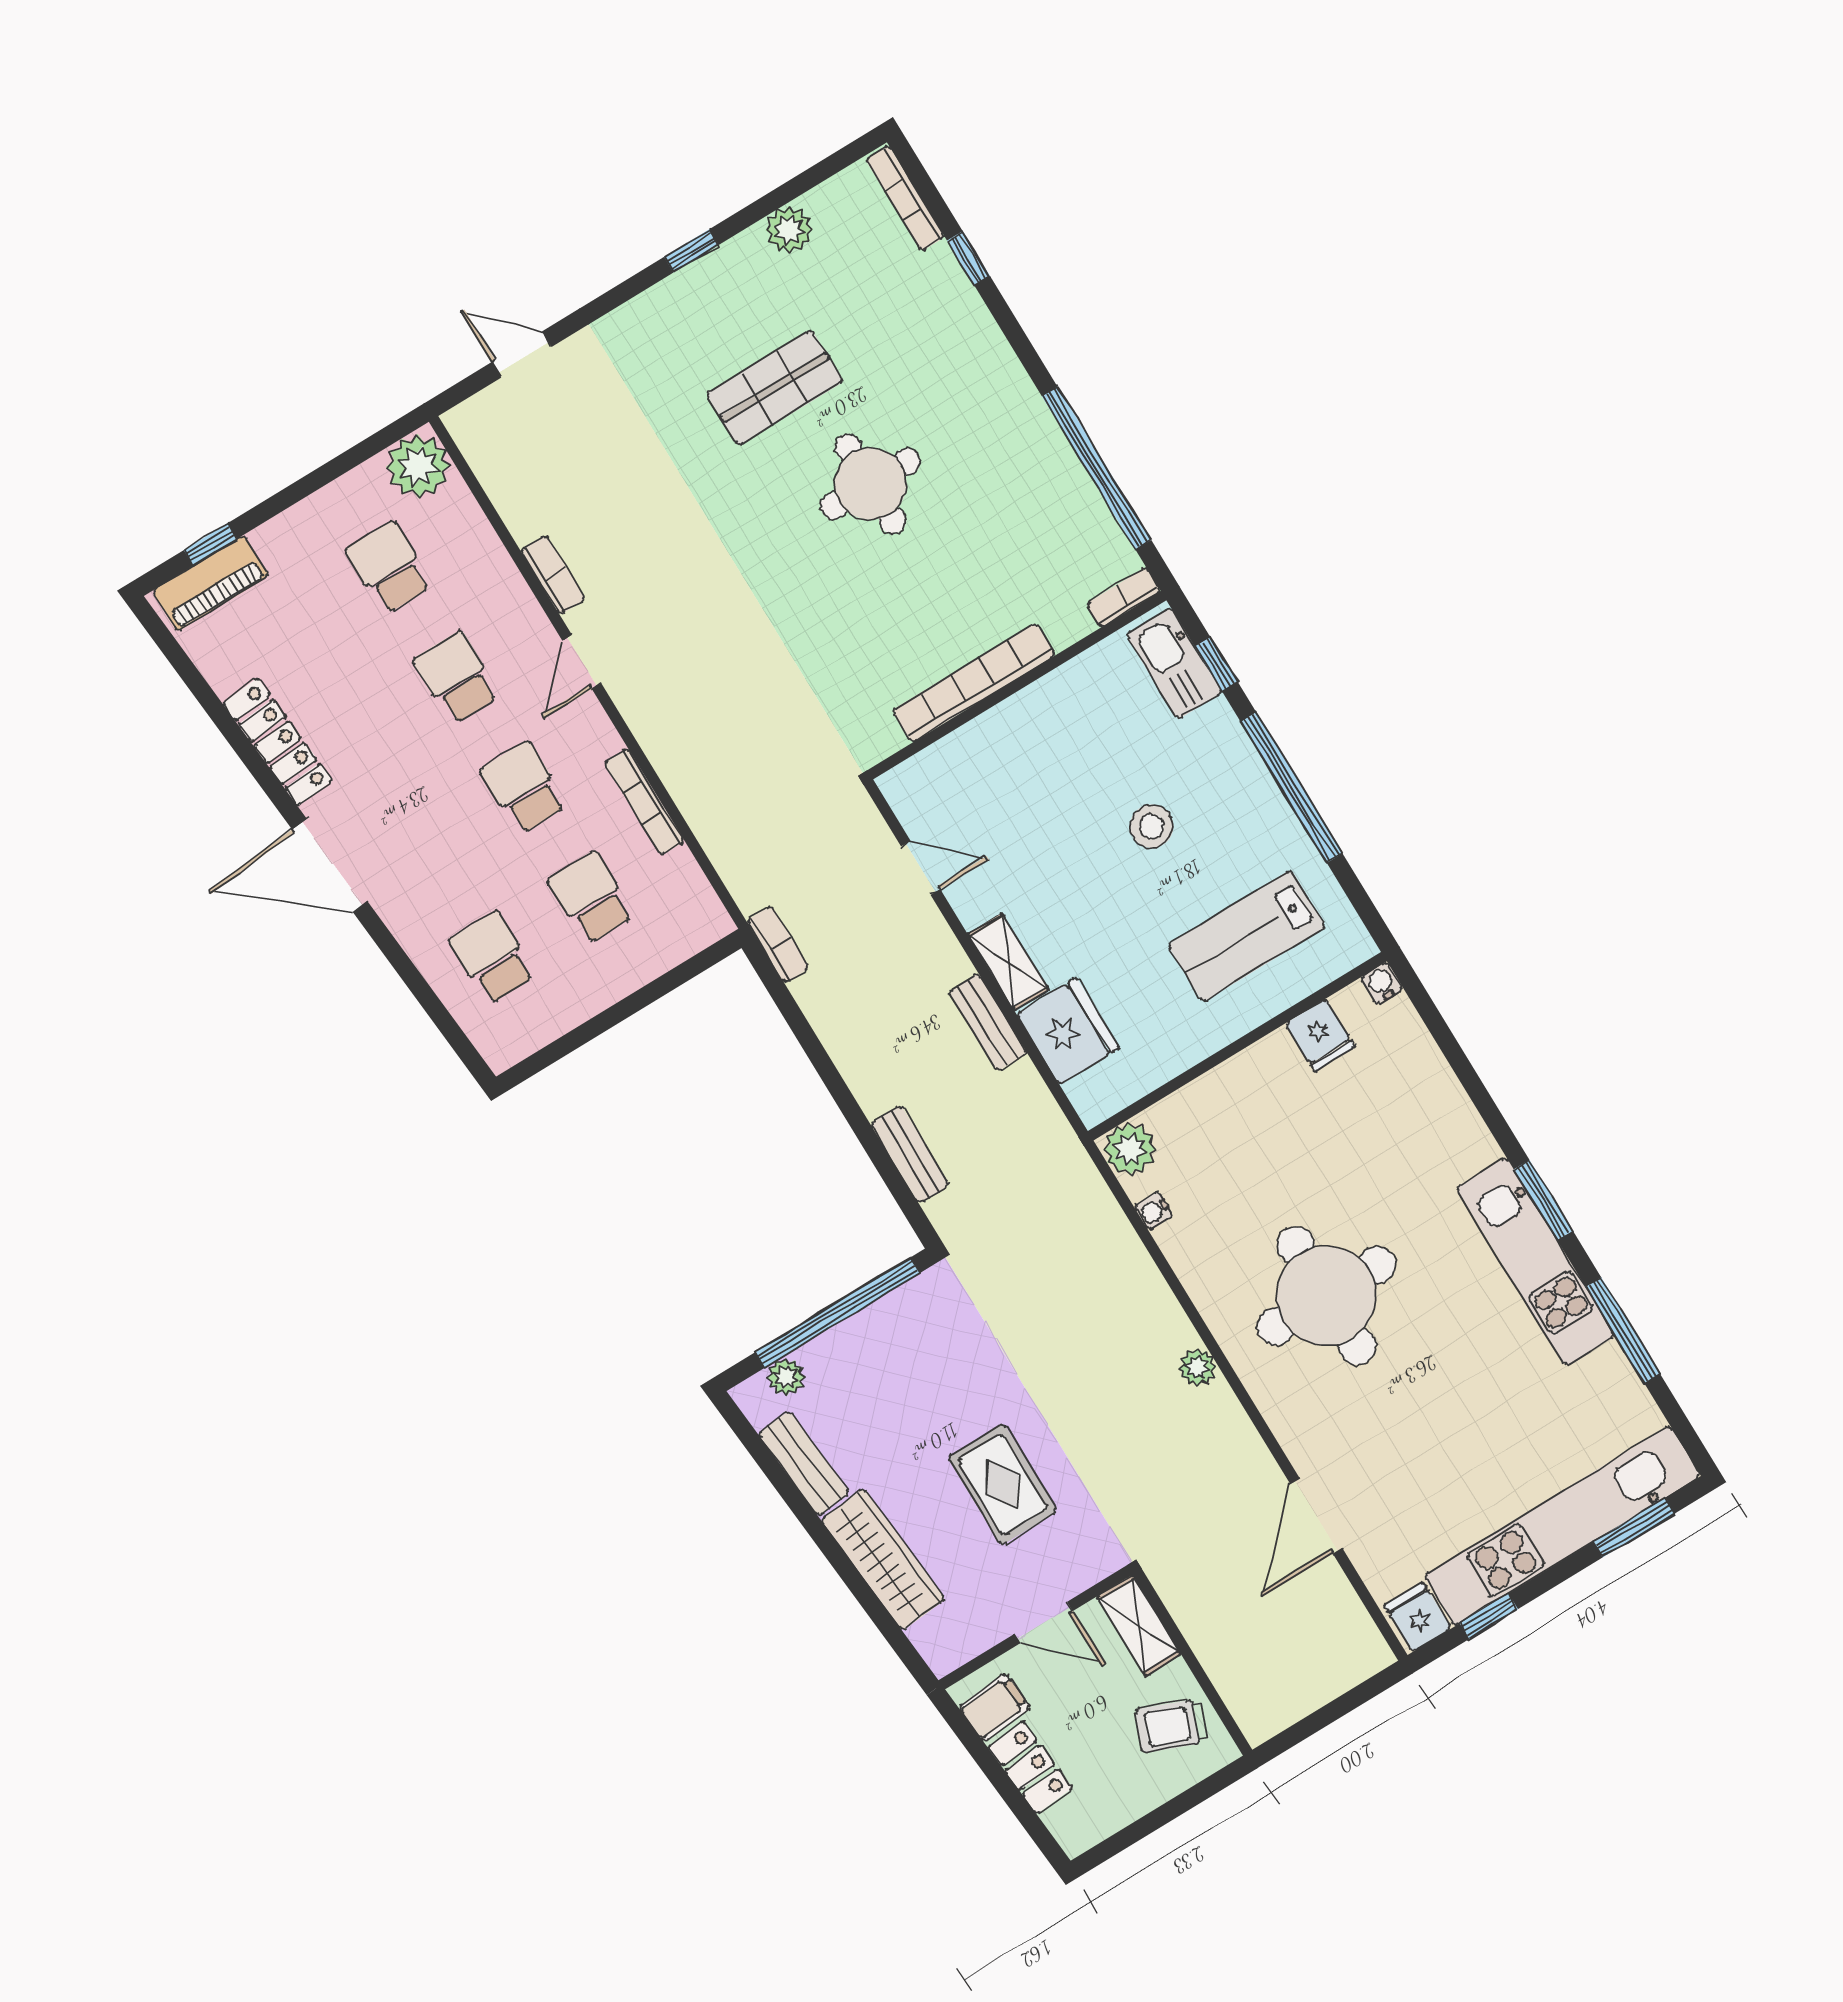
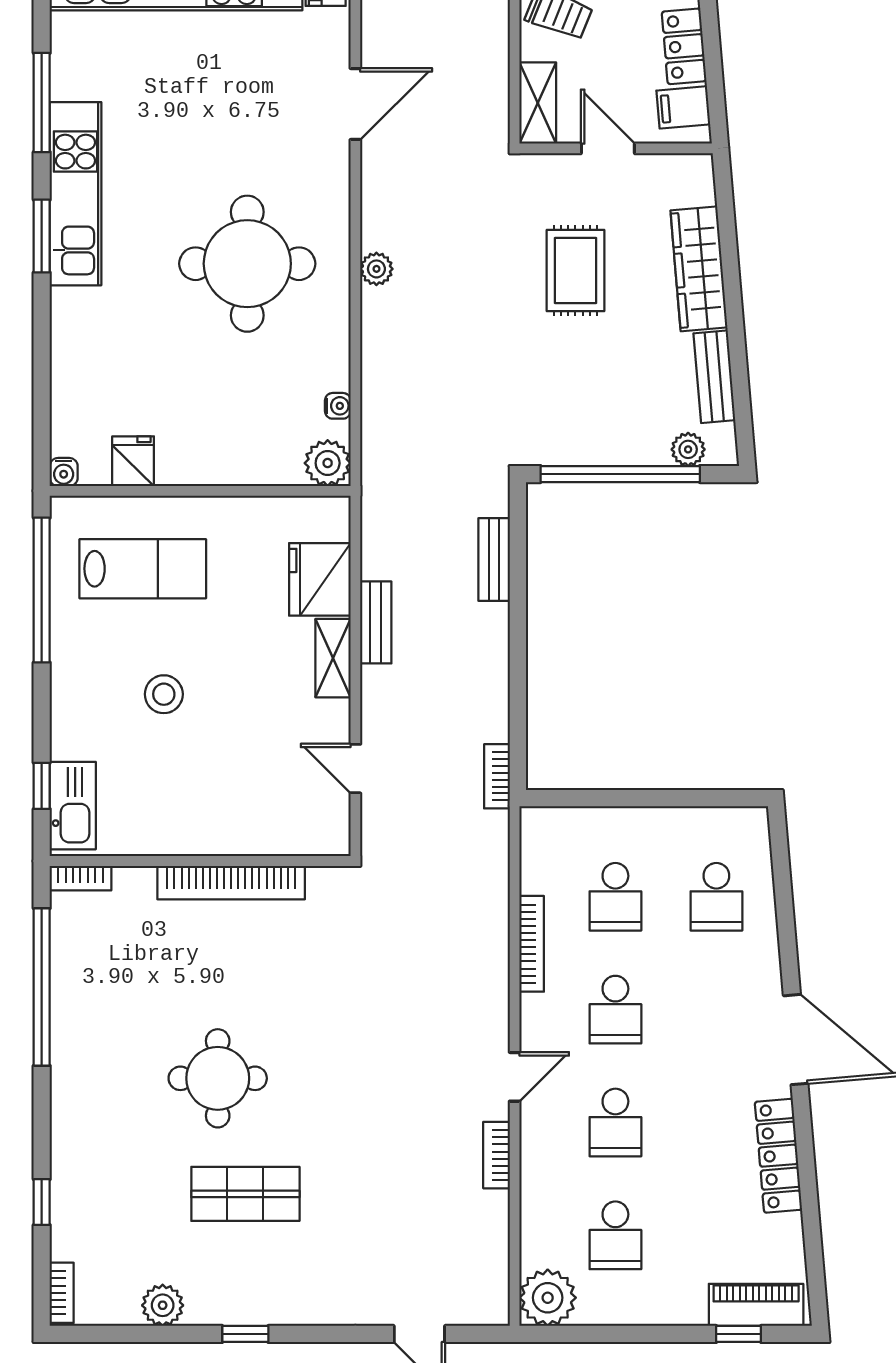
bookcase: (905, 198) -> (62, 1293), width x0.64
window: (1291, 787) -> (42, 590), moved

